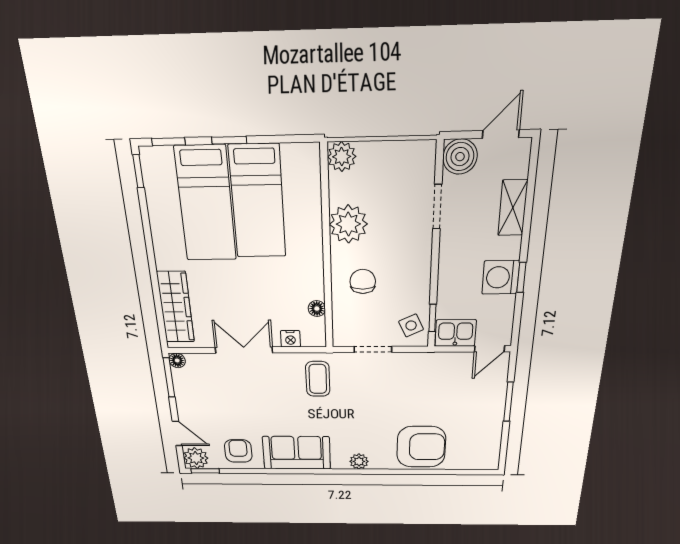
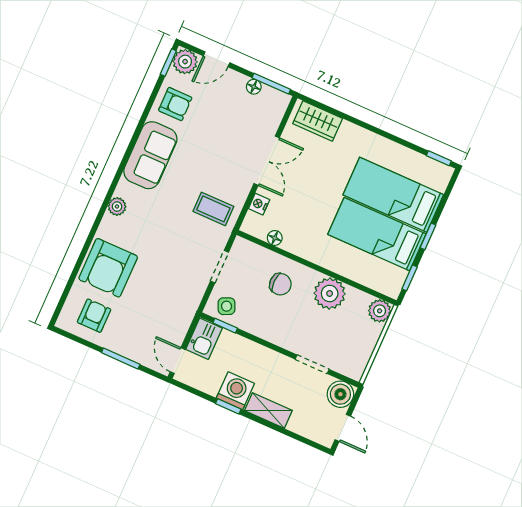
window: (168, 142) -> (410, 278), moved
shelving: (513, 208) -> (268, 411), moved
wardrobe: (176, 307) -> (318, 121), width x0.67
floor lamp: (177, 360) -> (254, 87), moved
armchair: (474, 441) -> (94, 316), added

